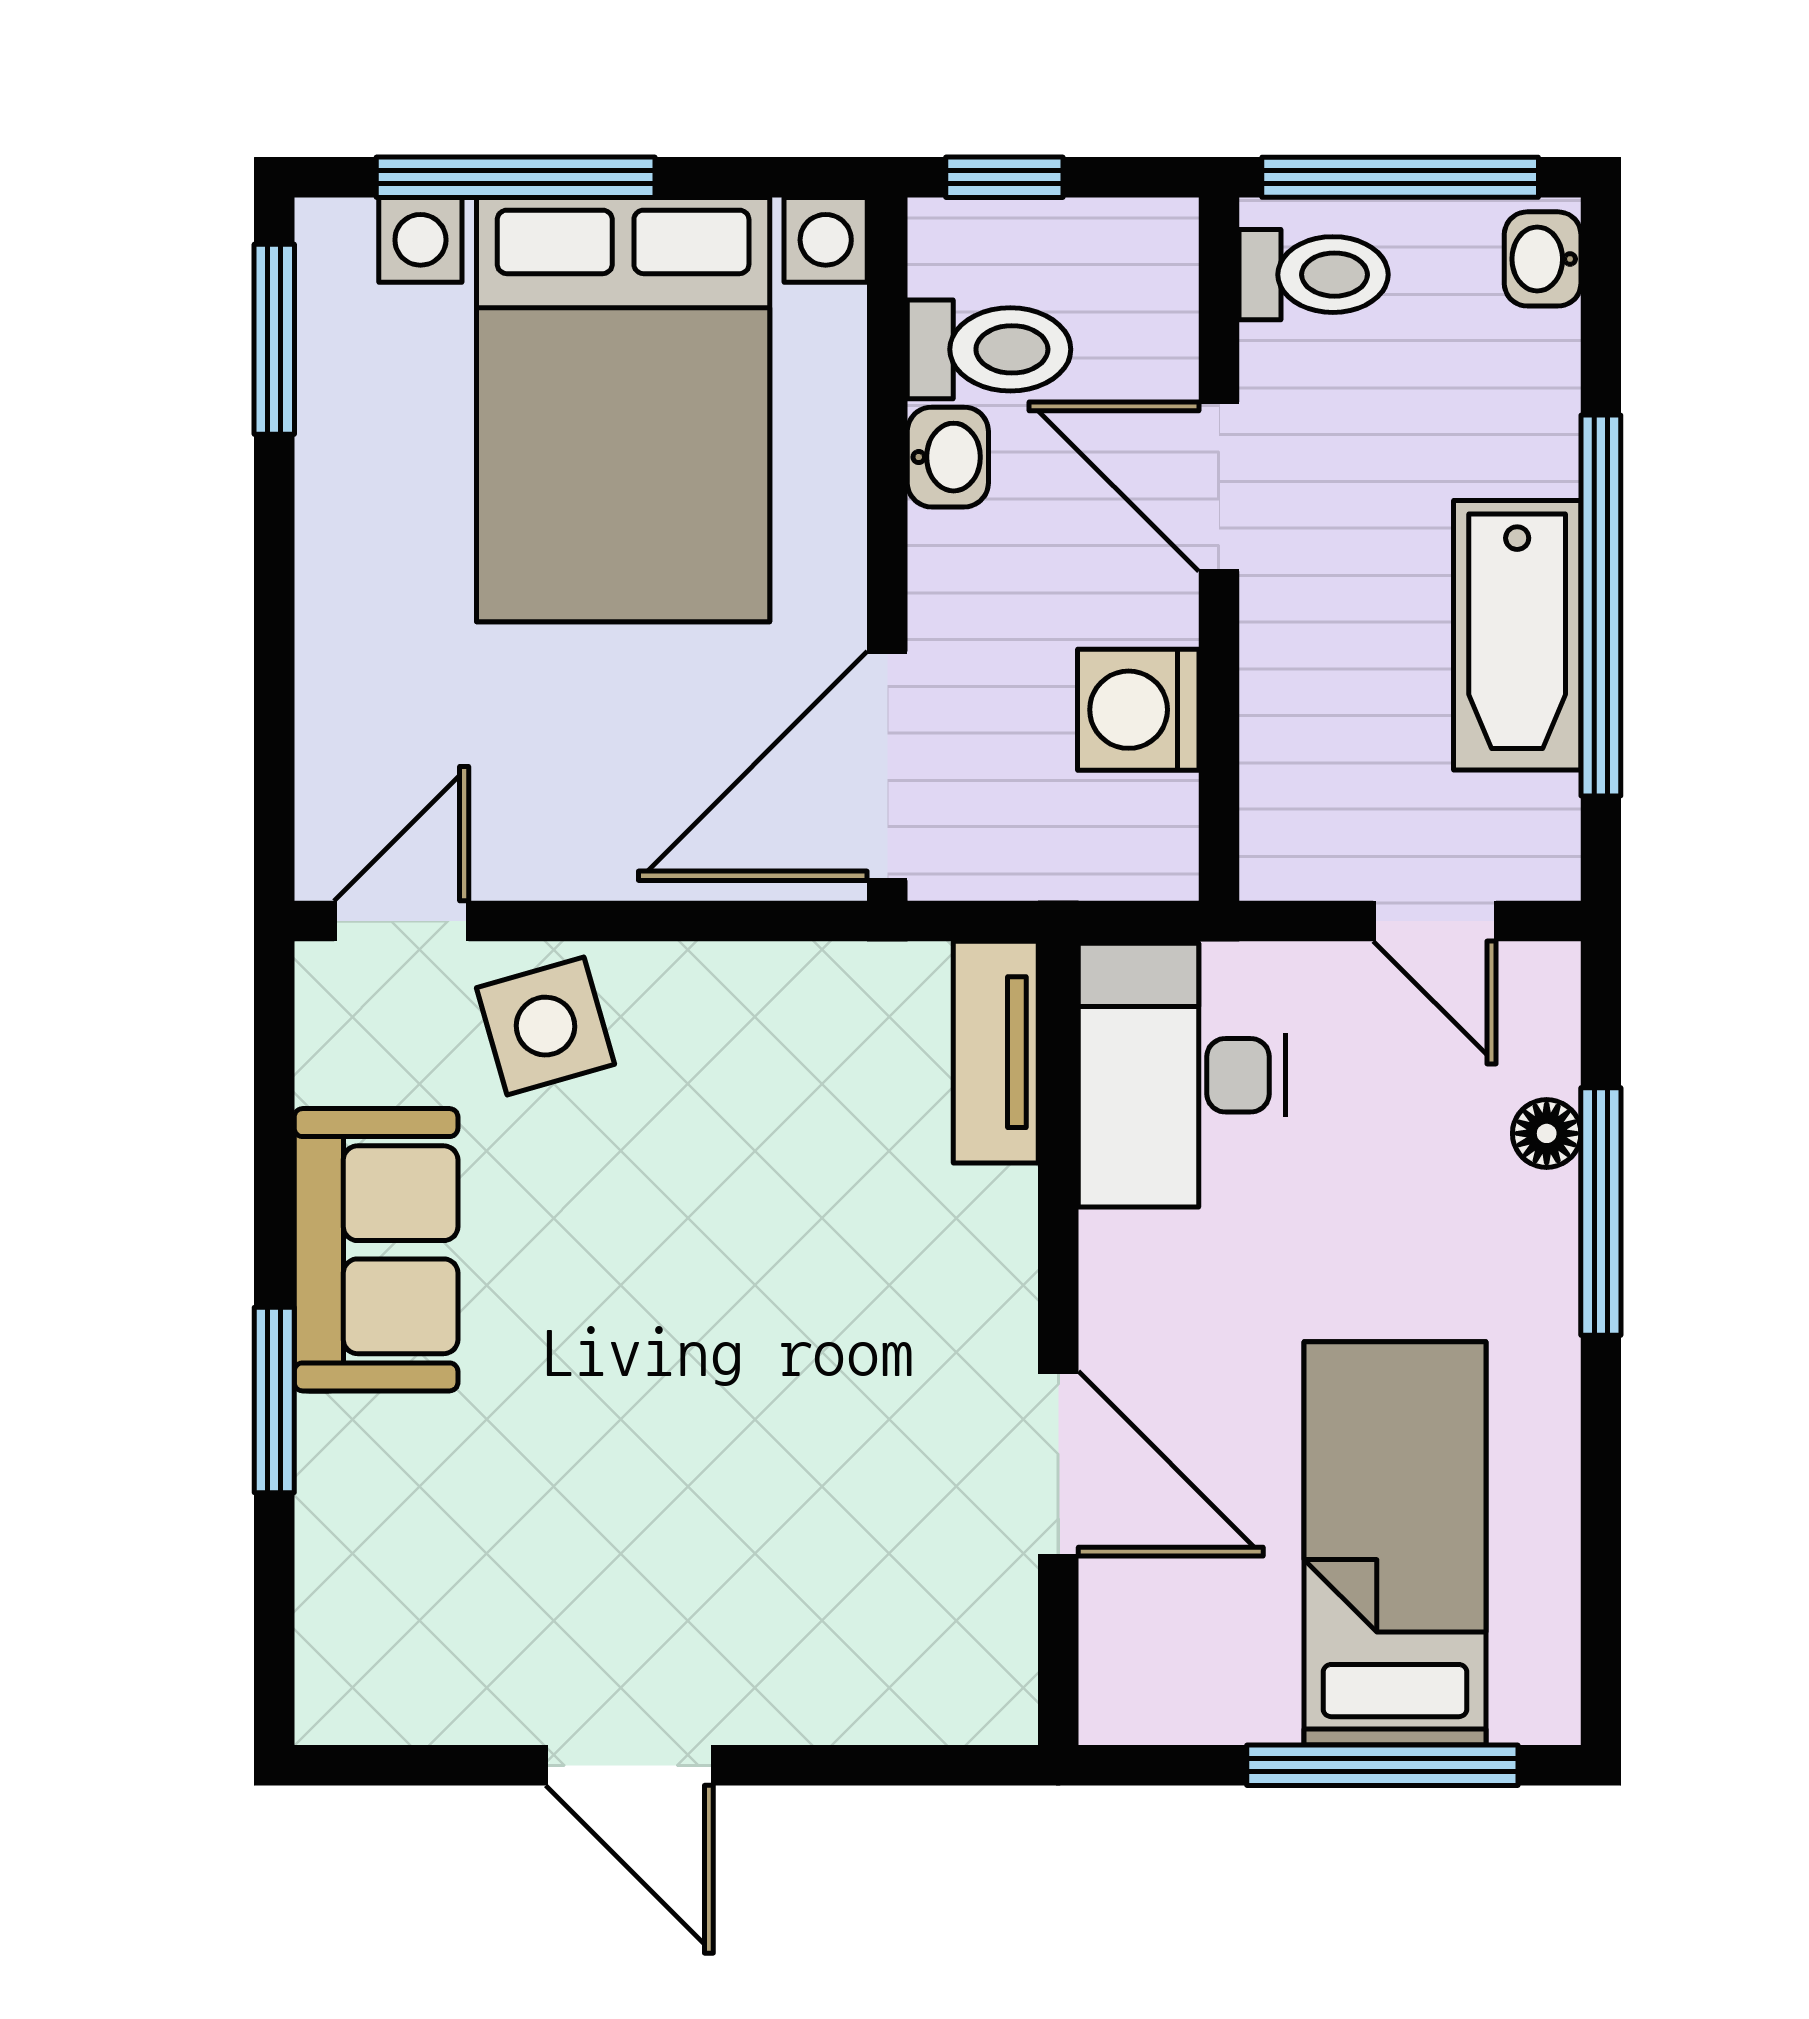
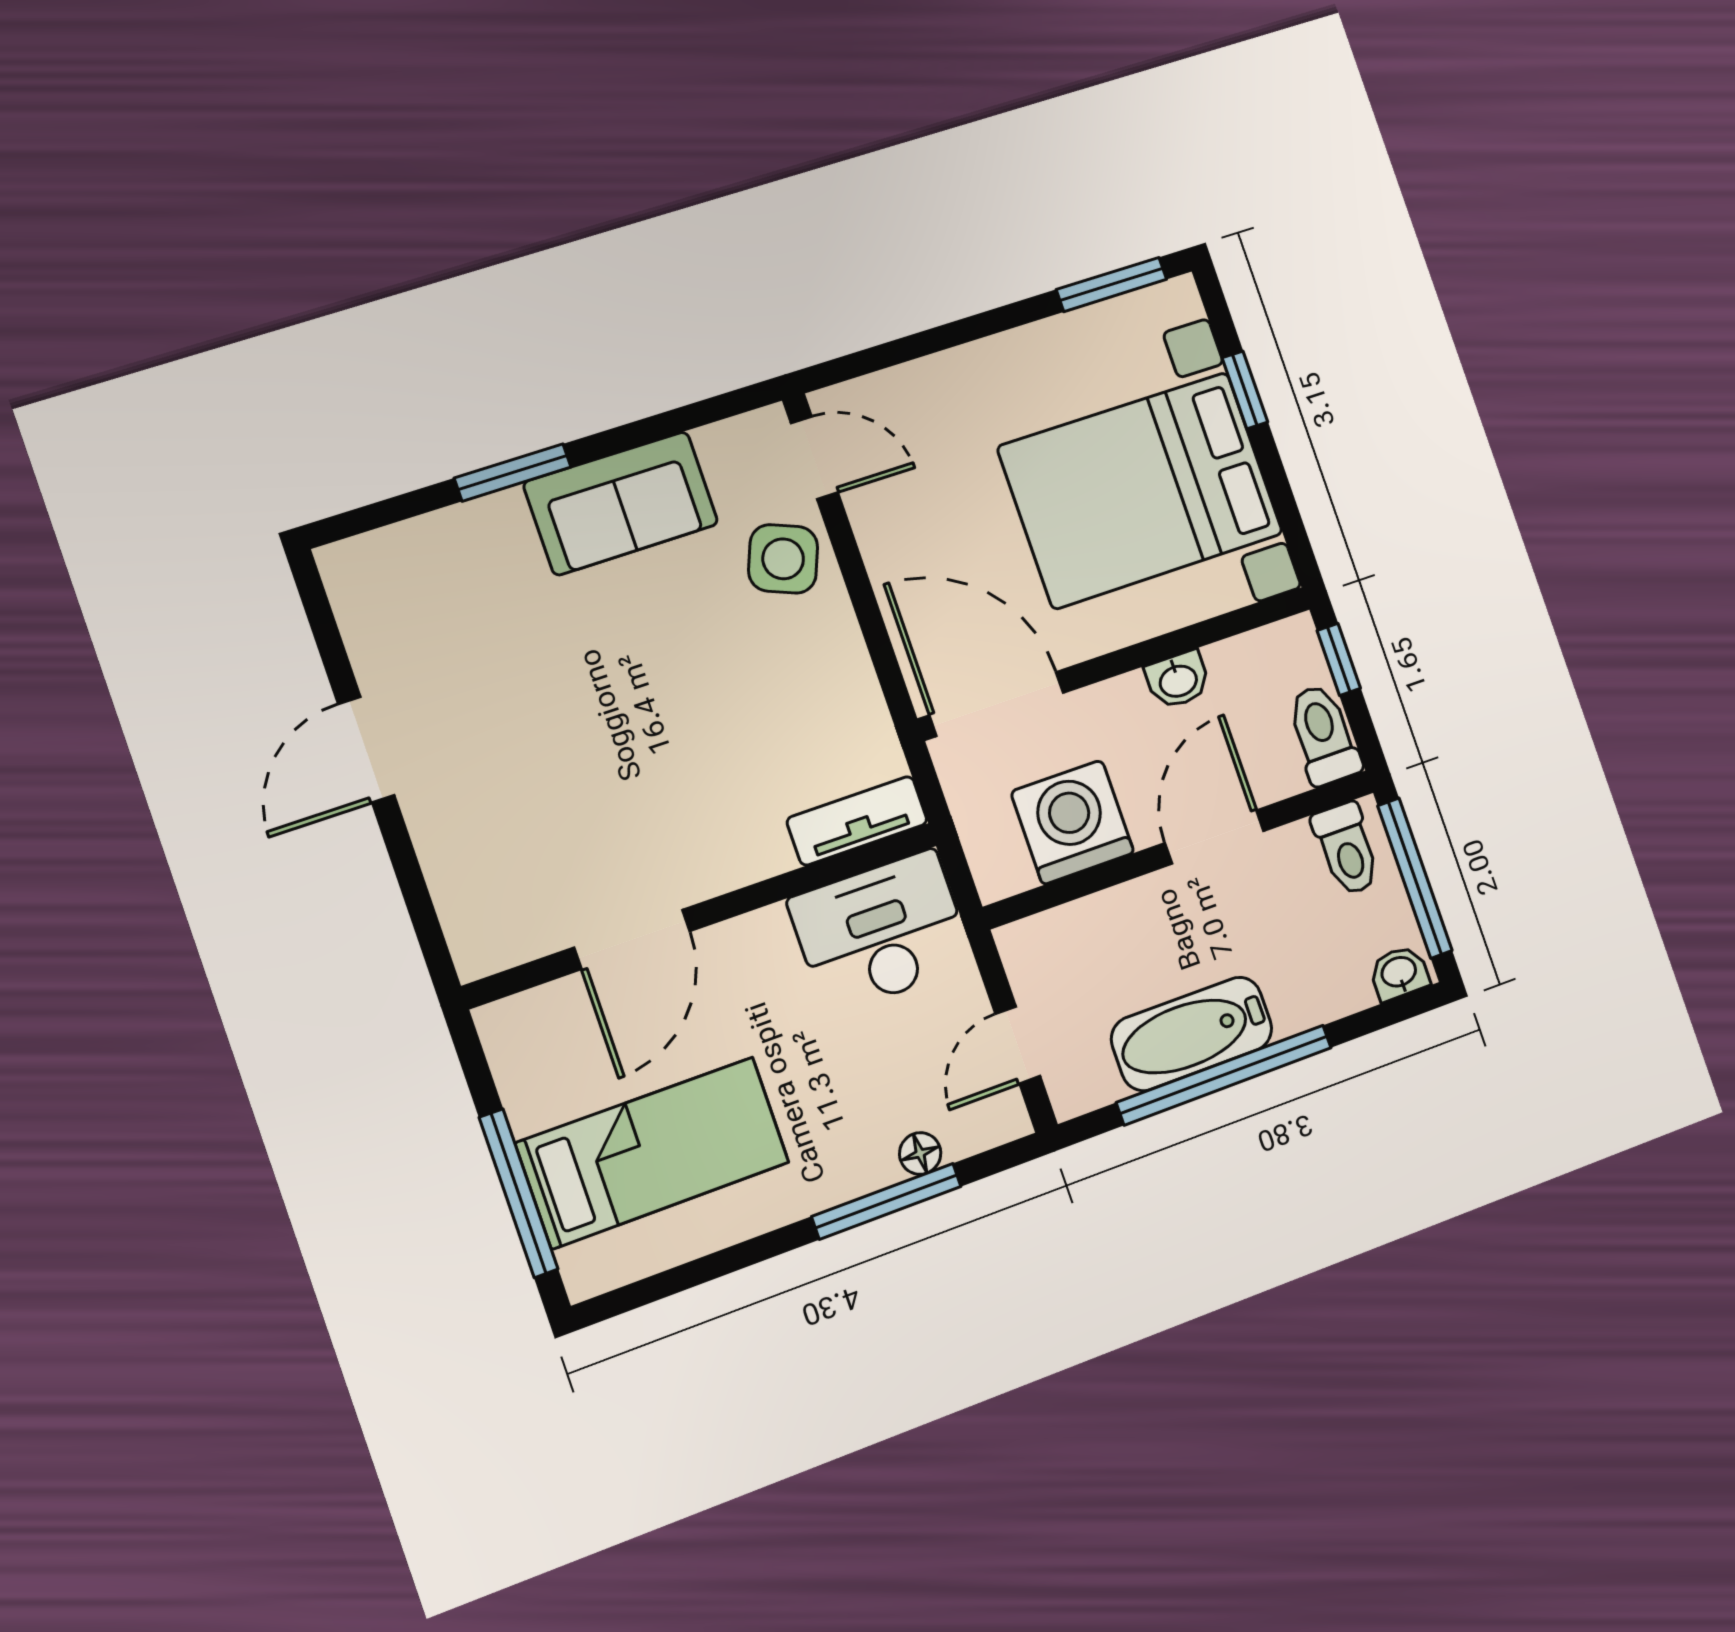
window: (516, 177) -> (1245, 390), width x0.46
toilet: (989, 349) -> (1323, 735), moved, turned 180
washing machine: (1138, 710) -> (1072, 822), width x1.37, depth x1.37
side table: (545, 1026) -> (783, 559), turned 38

